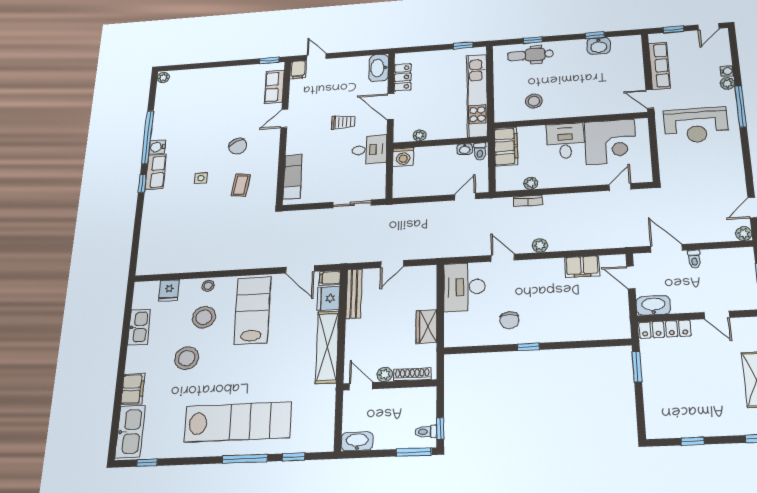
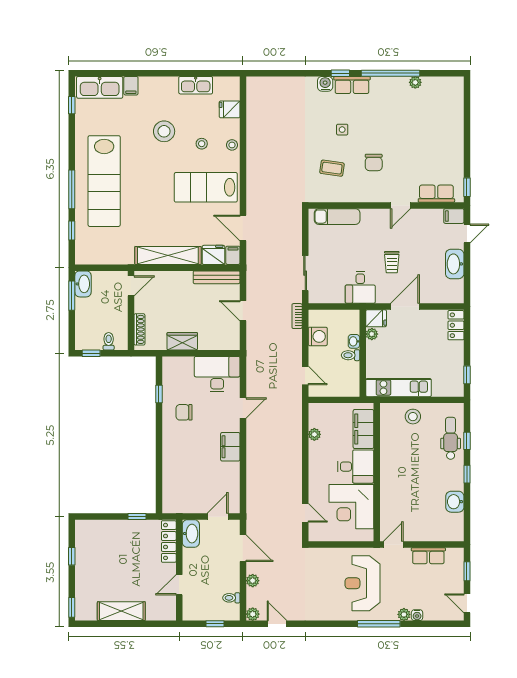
window: (595, 35) -> (467, 474), moved
row of seats: (659, 66) -> (428, 556), width x0.68
washbasin: (379, 68) -> (455, 264), moved, turned -90
locker: (403, 77) -> (456, 325), moved, turned 90
plant: (163, 78) -> (415, 82), moved
kitchen unit: (477, 95) -> (399, 388), width x0.73
stool: (534, 101) -> (413, 417), moved
door: (284, 118) -> (400, 205), swing flipped
fridge: (403, 132) -> (376, 318), added
chair: (238, 146) -> (374, 162), turned -63
filing cabinet: (506, 146) -> (363, 429), moved, turned 90
water cooler: (157, 147) -> (325, 84), moved
washbasin: (465, 149) -> (354, 341), moved
toilet: (480, 151) -> (351, 355), moved
washing machine: (403, 157) -> (318, 336), moved, turned 180
bookcase: (528, 201) -> (297, 316), moved
plant: (540, 246) -> (253, 581), moved
door: (666, 248) -> (243, 548), hinge flipped
toilet: (694, 259) -> (231, 598), moved
filing cabinet: (582, 267) -> (230, 447), moved
door: (300, 269) -> (243, 228), hinge flipped
lab bench: (252, 310) -> (206, 187), turned 180
stool: (204, 317) -> (202, 144), width x0.53, depth x0.53
window: (529, 347) -> (159, 394), moved
window: (637, 367) -> (137, 517), width x0.67
plant: (385, 374) -> (141, 306), removed
filing cabinet: (133, 389) -> (131, 86), width x0.50
toilet: (426, 432) -> (109, 341), moved
window: (414, 452) -> (72, 296), moved

